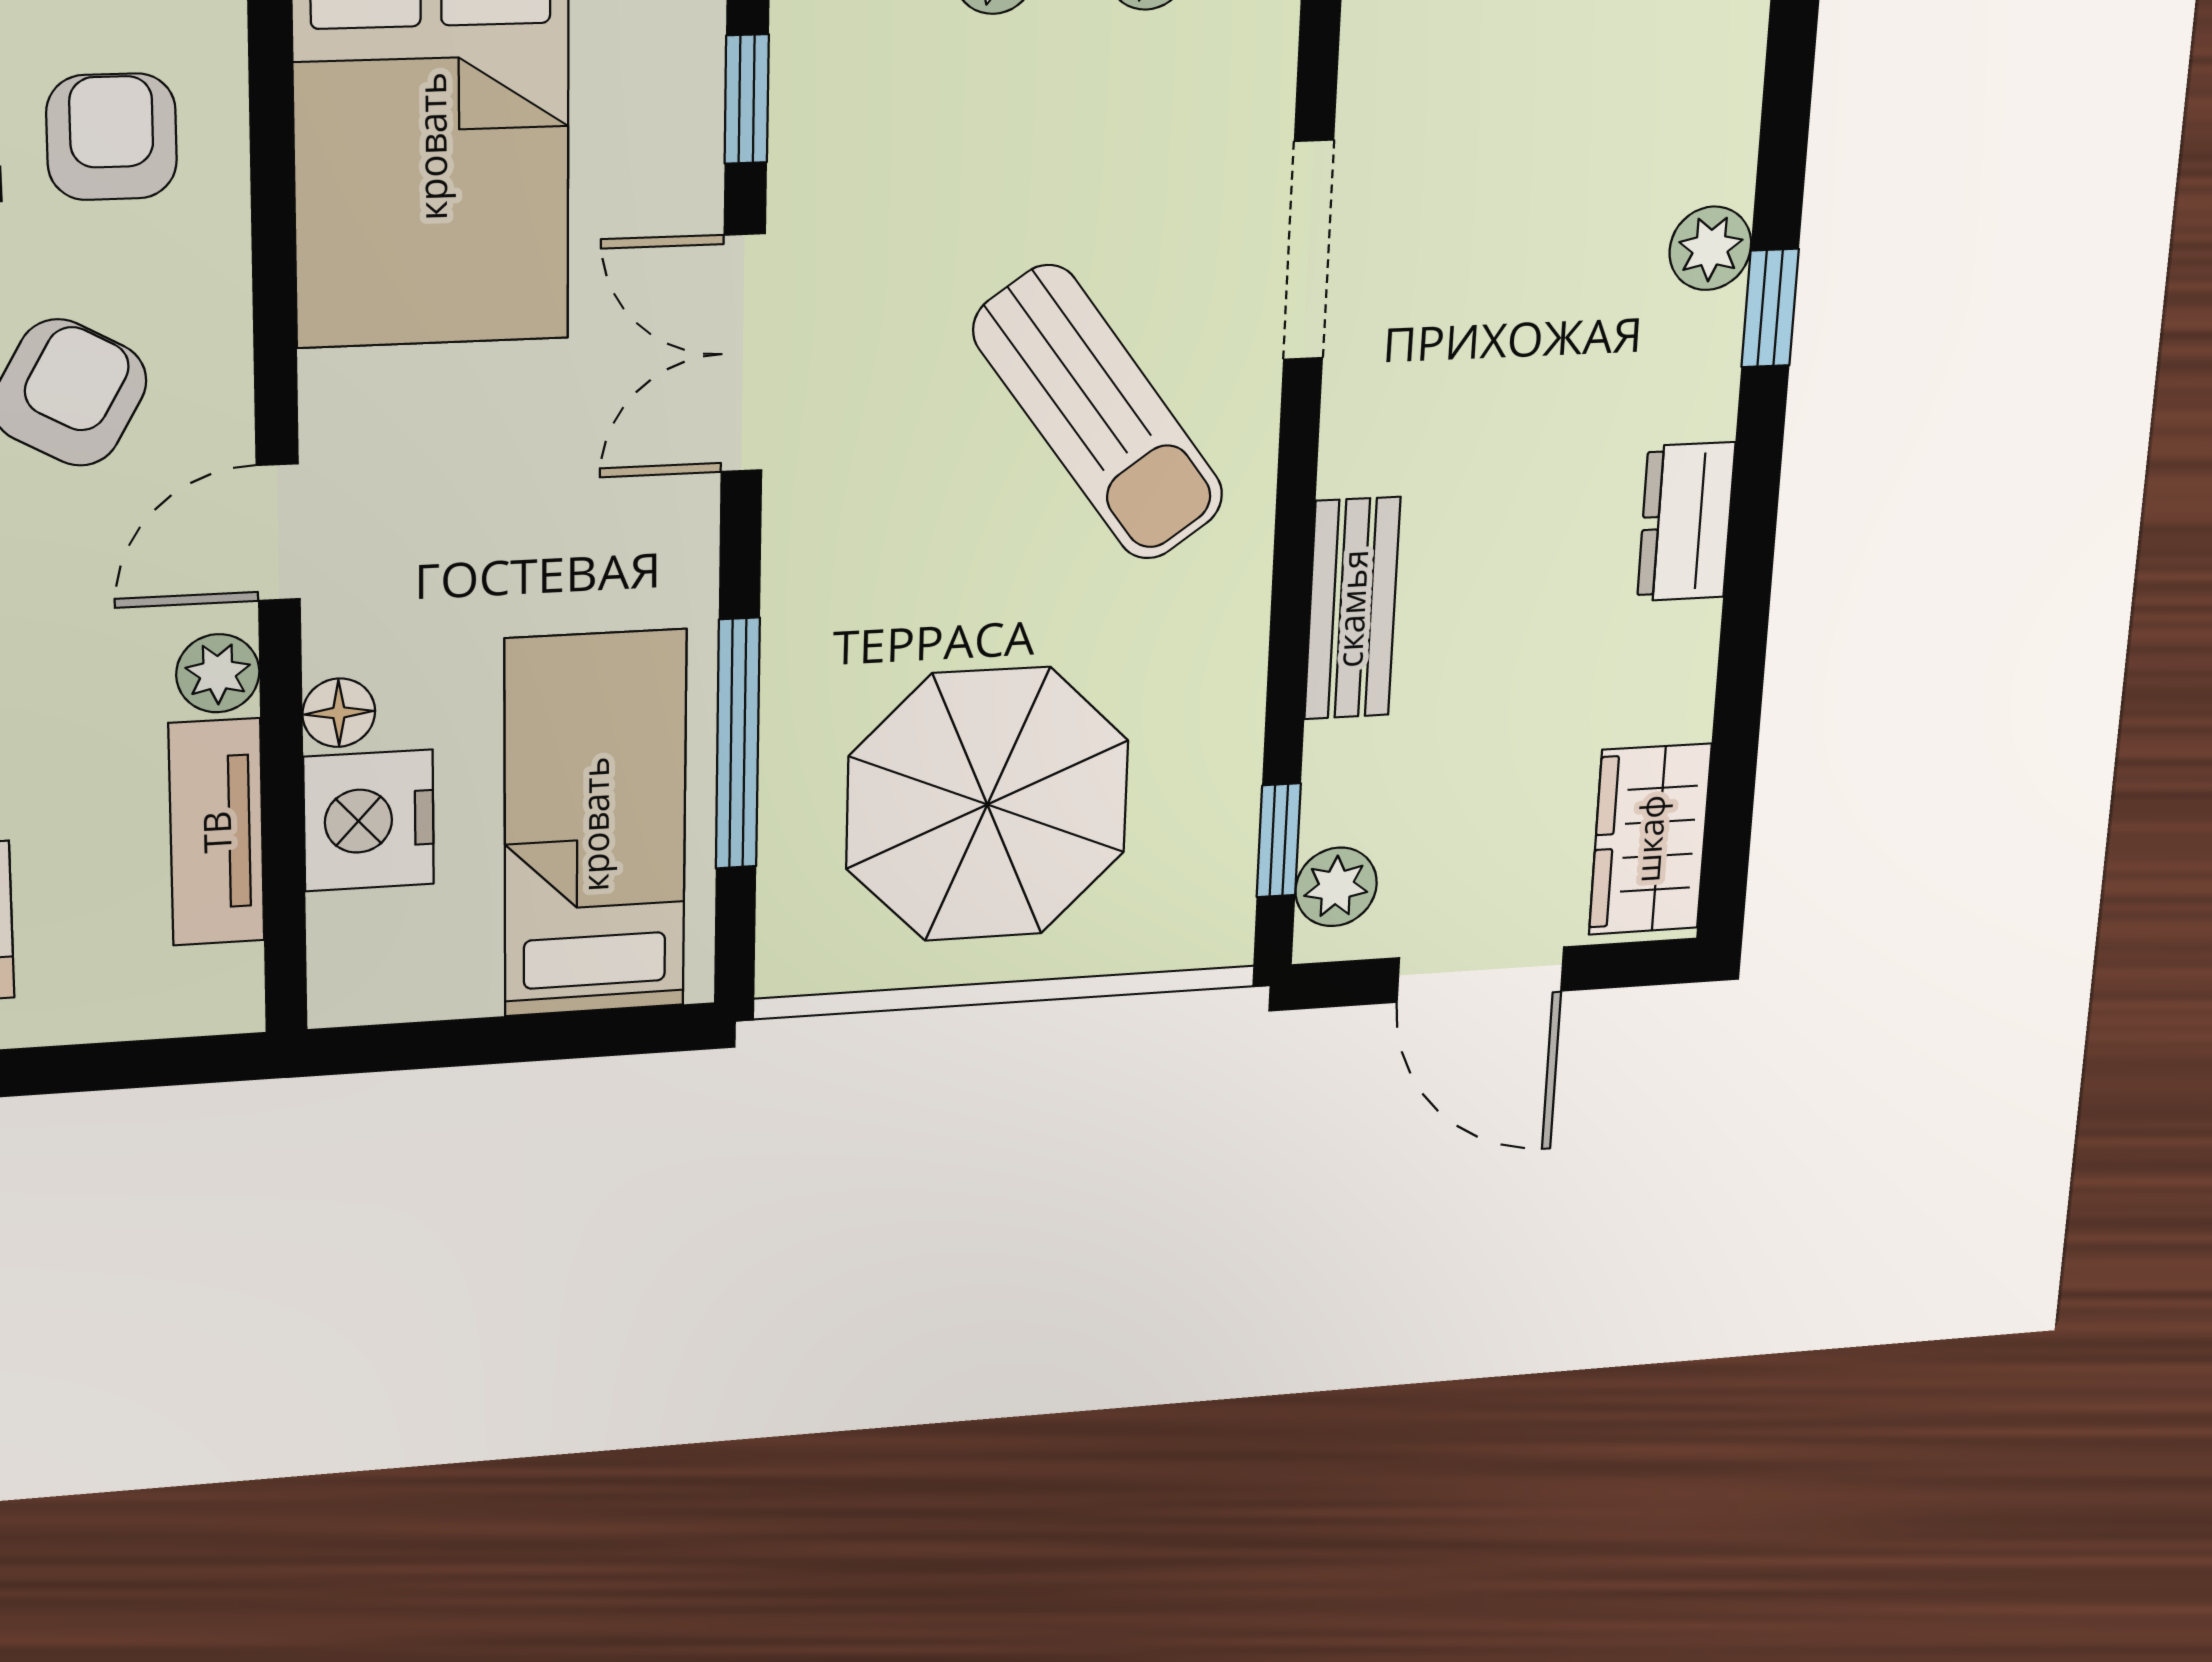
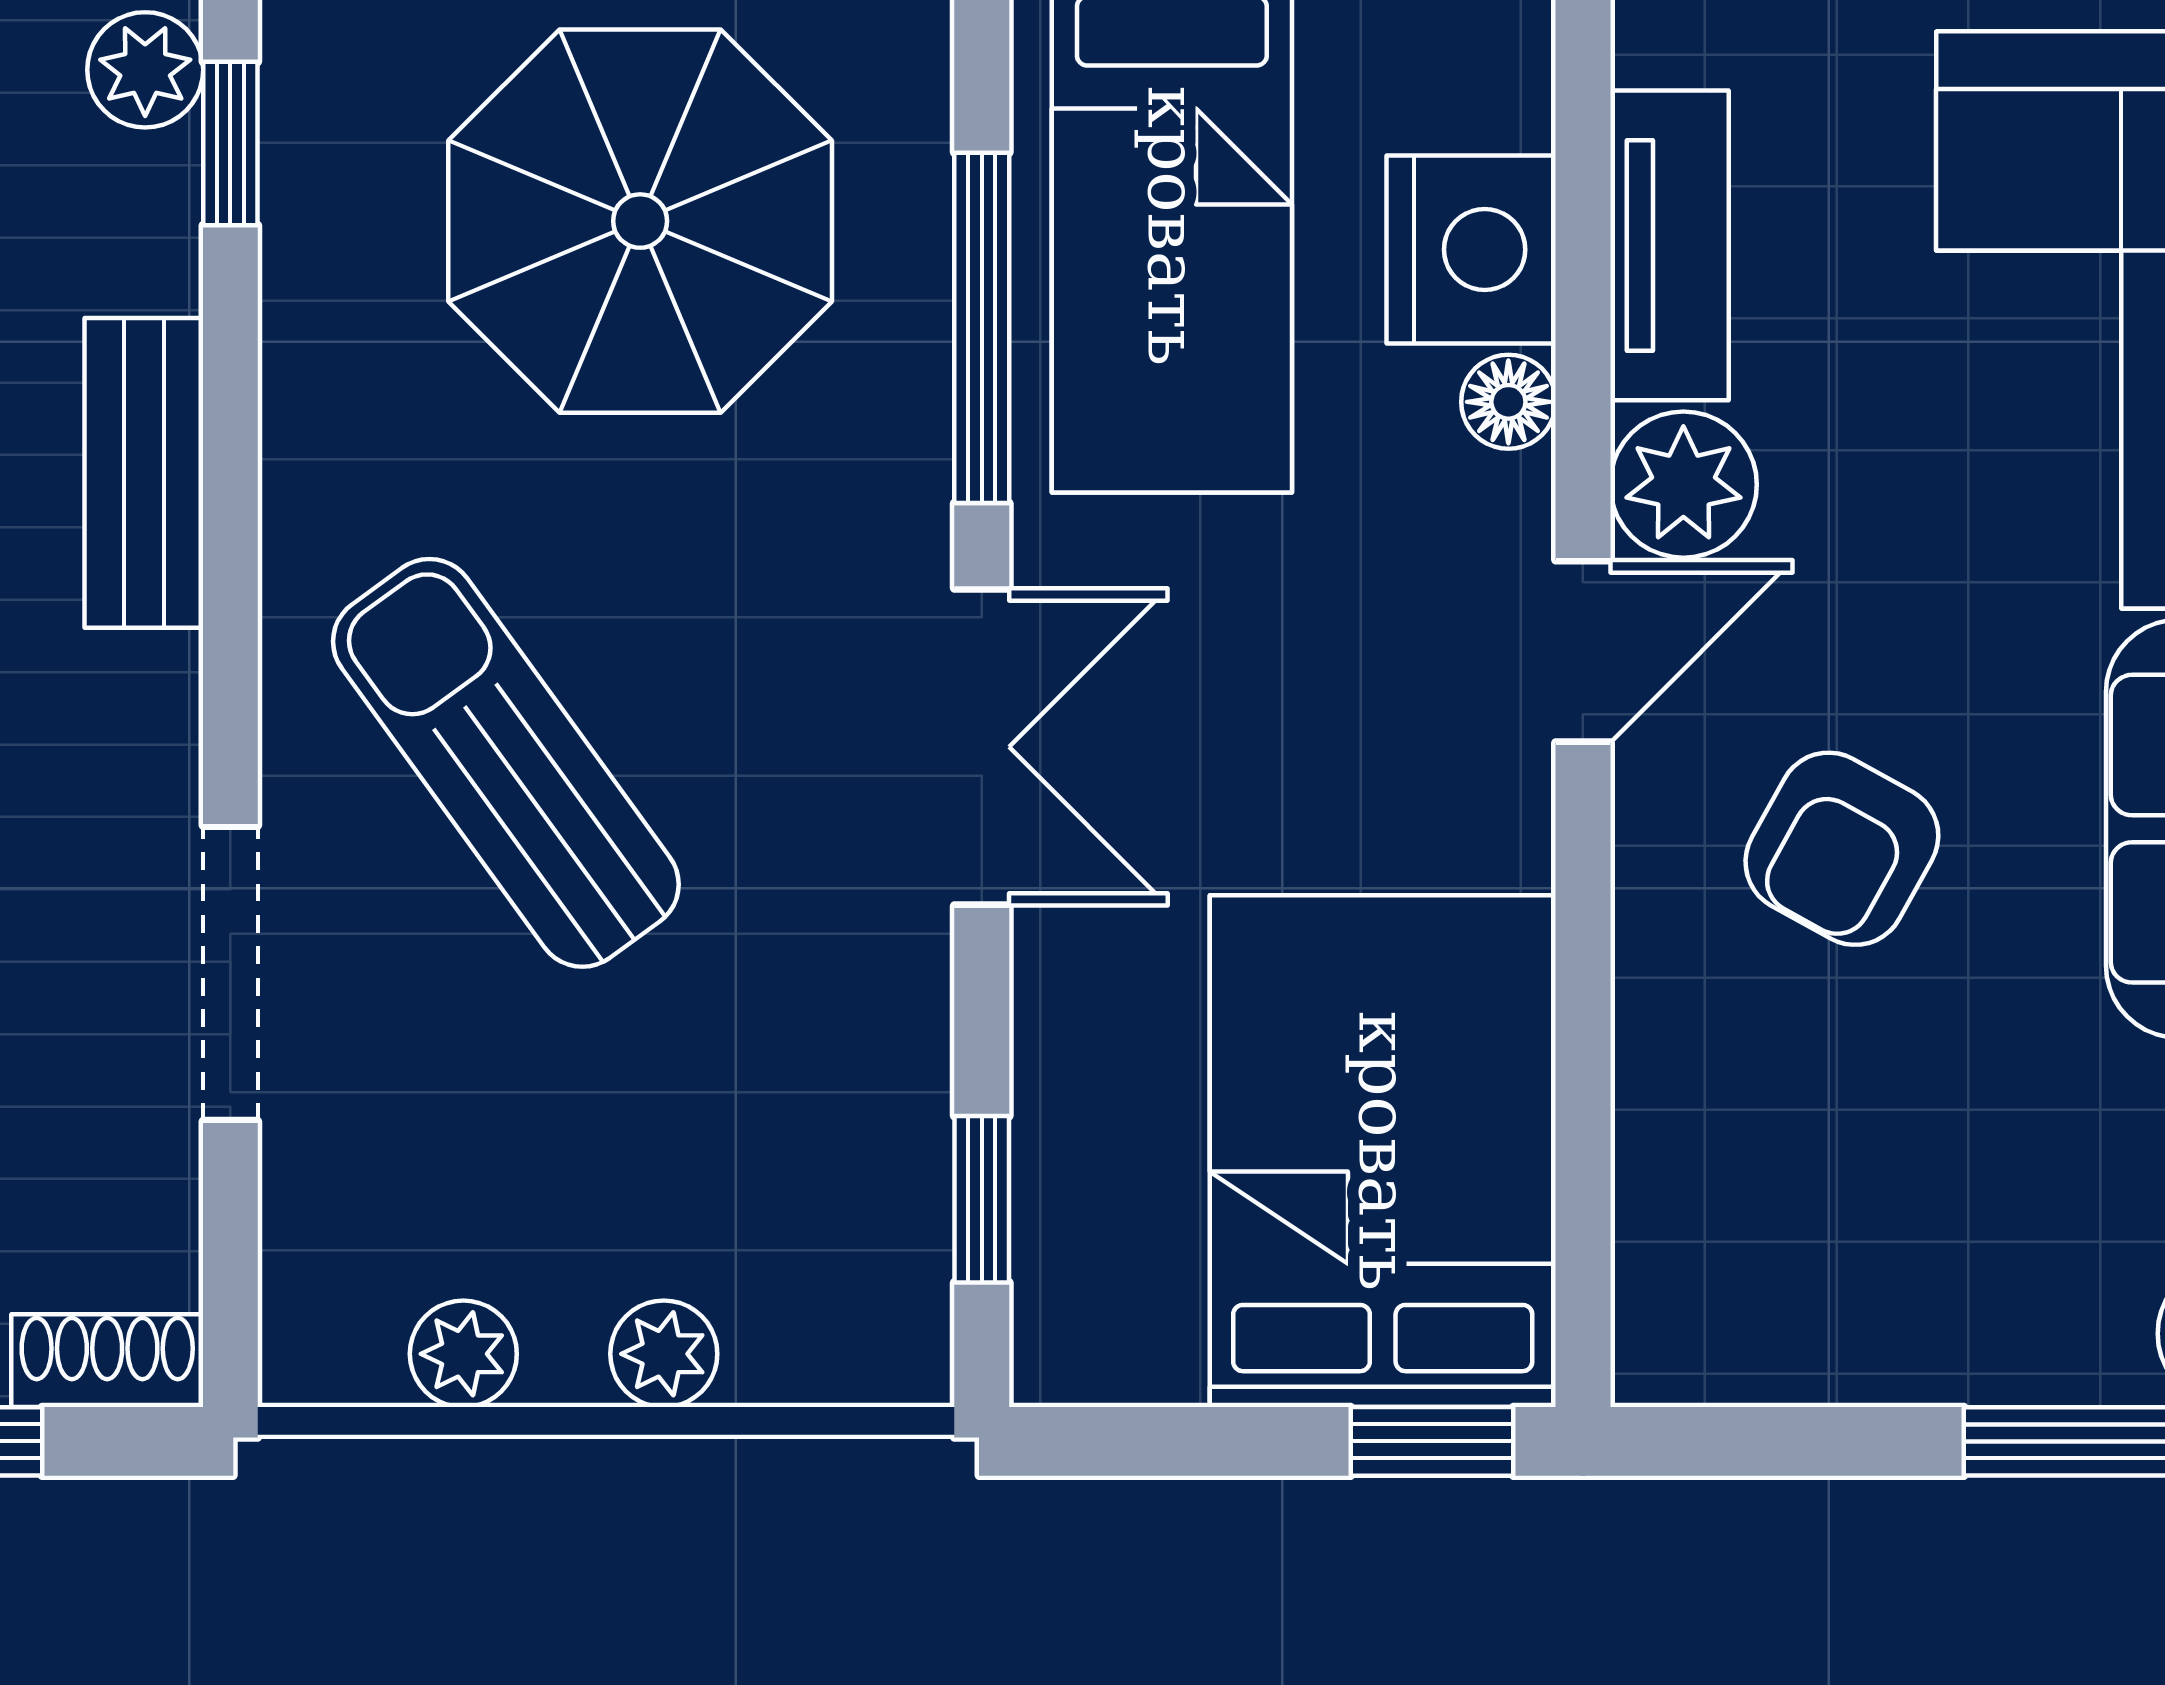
armchair: (112, 137) -> (1781, 1176), removed
double door: (743, 353) -> (982, 747), moved
plant: (218, 673) -> (1683, 485), width x1.38, depth x1.38

